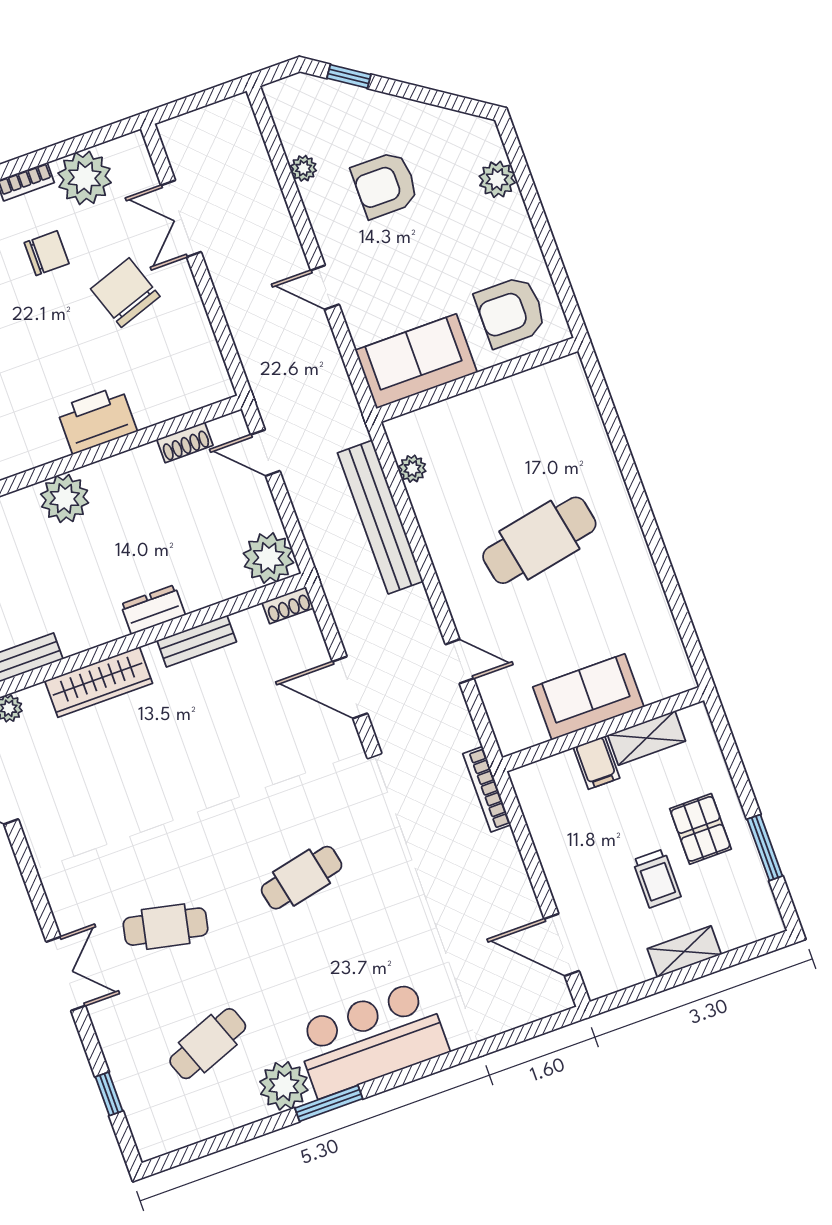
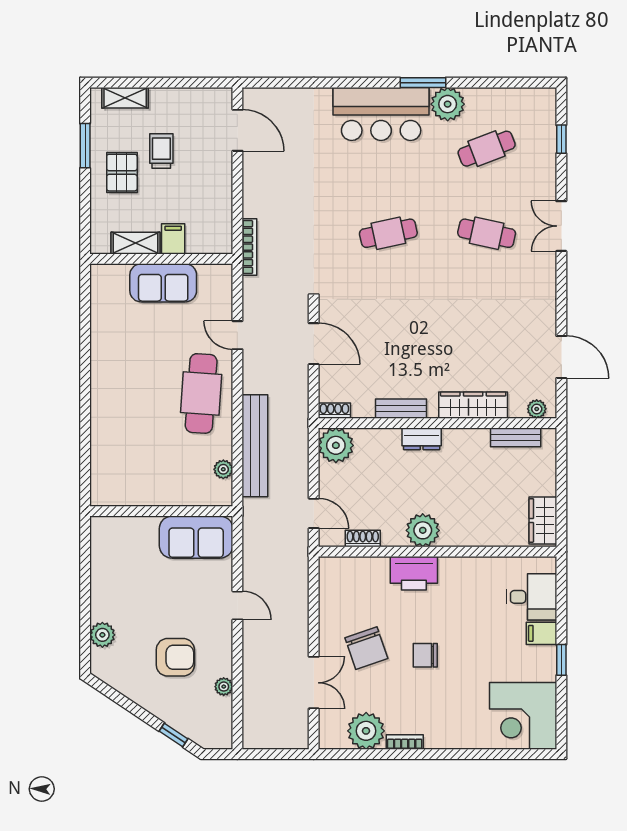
chair: (47, 253) -> (425, 655), moved
armchair: (511, 312) -> (124, 547), removed
plant: (65, 499) -> (423, 530), moved
cafe table: (539, 540) -> (201, 393), moved, turned -75
shelving: (684, 952) -> (125, 98), moved

